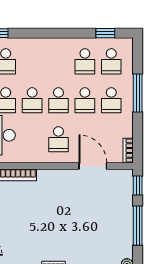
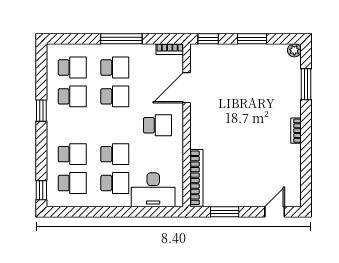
window: (105, 33) -> (41, 111), moved
window: (138, 93) -> (121, 39), moved
school desk: (58, 100) -> (72, 154), moved
window: (138, 226) -> (252, 39), width x0.69

